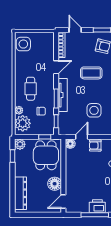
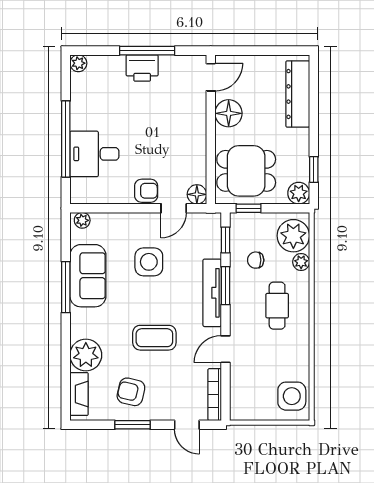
dining table: (46, 155) -> (246, 171), turned 90

